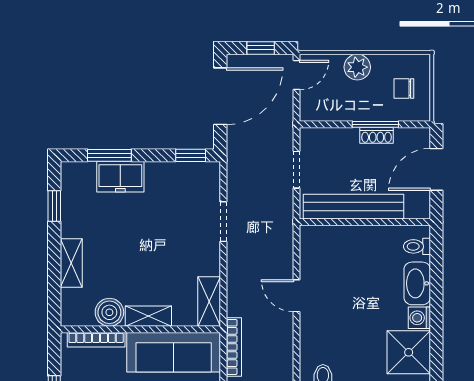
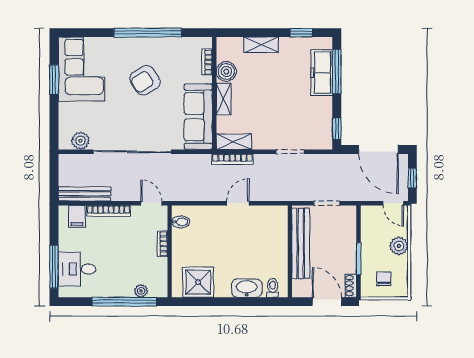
shoe rack: (377, 135) -> (351, 286), moved
window: (109, 155) -> (337, 71), width x1.44
freezer: (120, 177) -> (322, 73), width x1.40
washing machine: (419, 318) -> (222, 290), removed
bookcase: (96, 340) -> (207, 62), width x0.64
bookcase: (234, 347) -> (232, 159), moved

